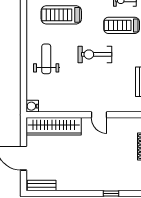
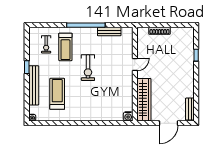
treadmill: (61, 15) -> (57, 94), turned 180
weight bench: (46, 59) -> (91, 106), removed

